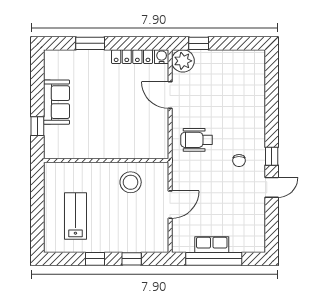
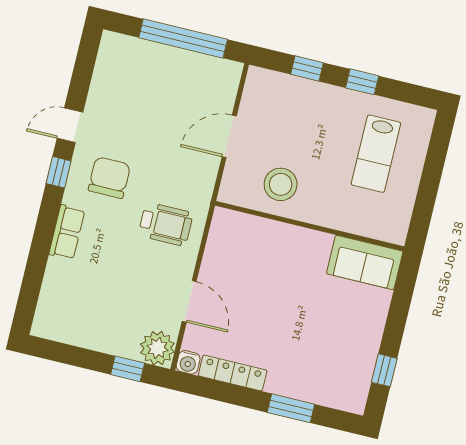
sofa: (57, 102) -> (365, 262), moved, turned -90
window: (37, 126) -> (384, 370), moved
chair: (239, 161) -> (109, 178), width x1.87, depth x1.87
row of seats: (212, 245) -> (67, 232), moved, turned -90

